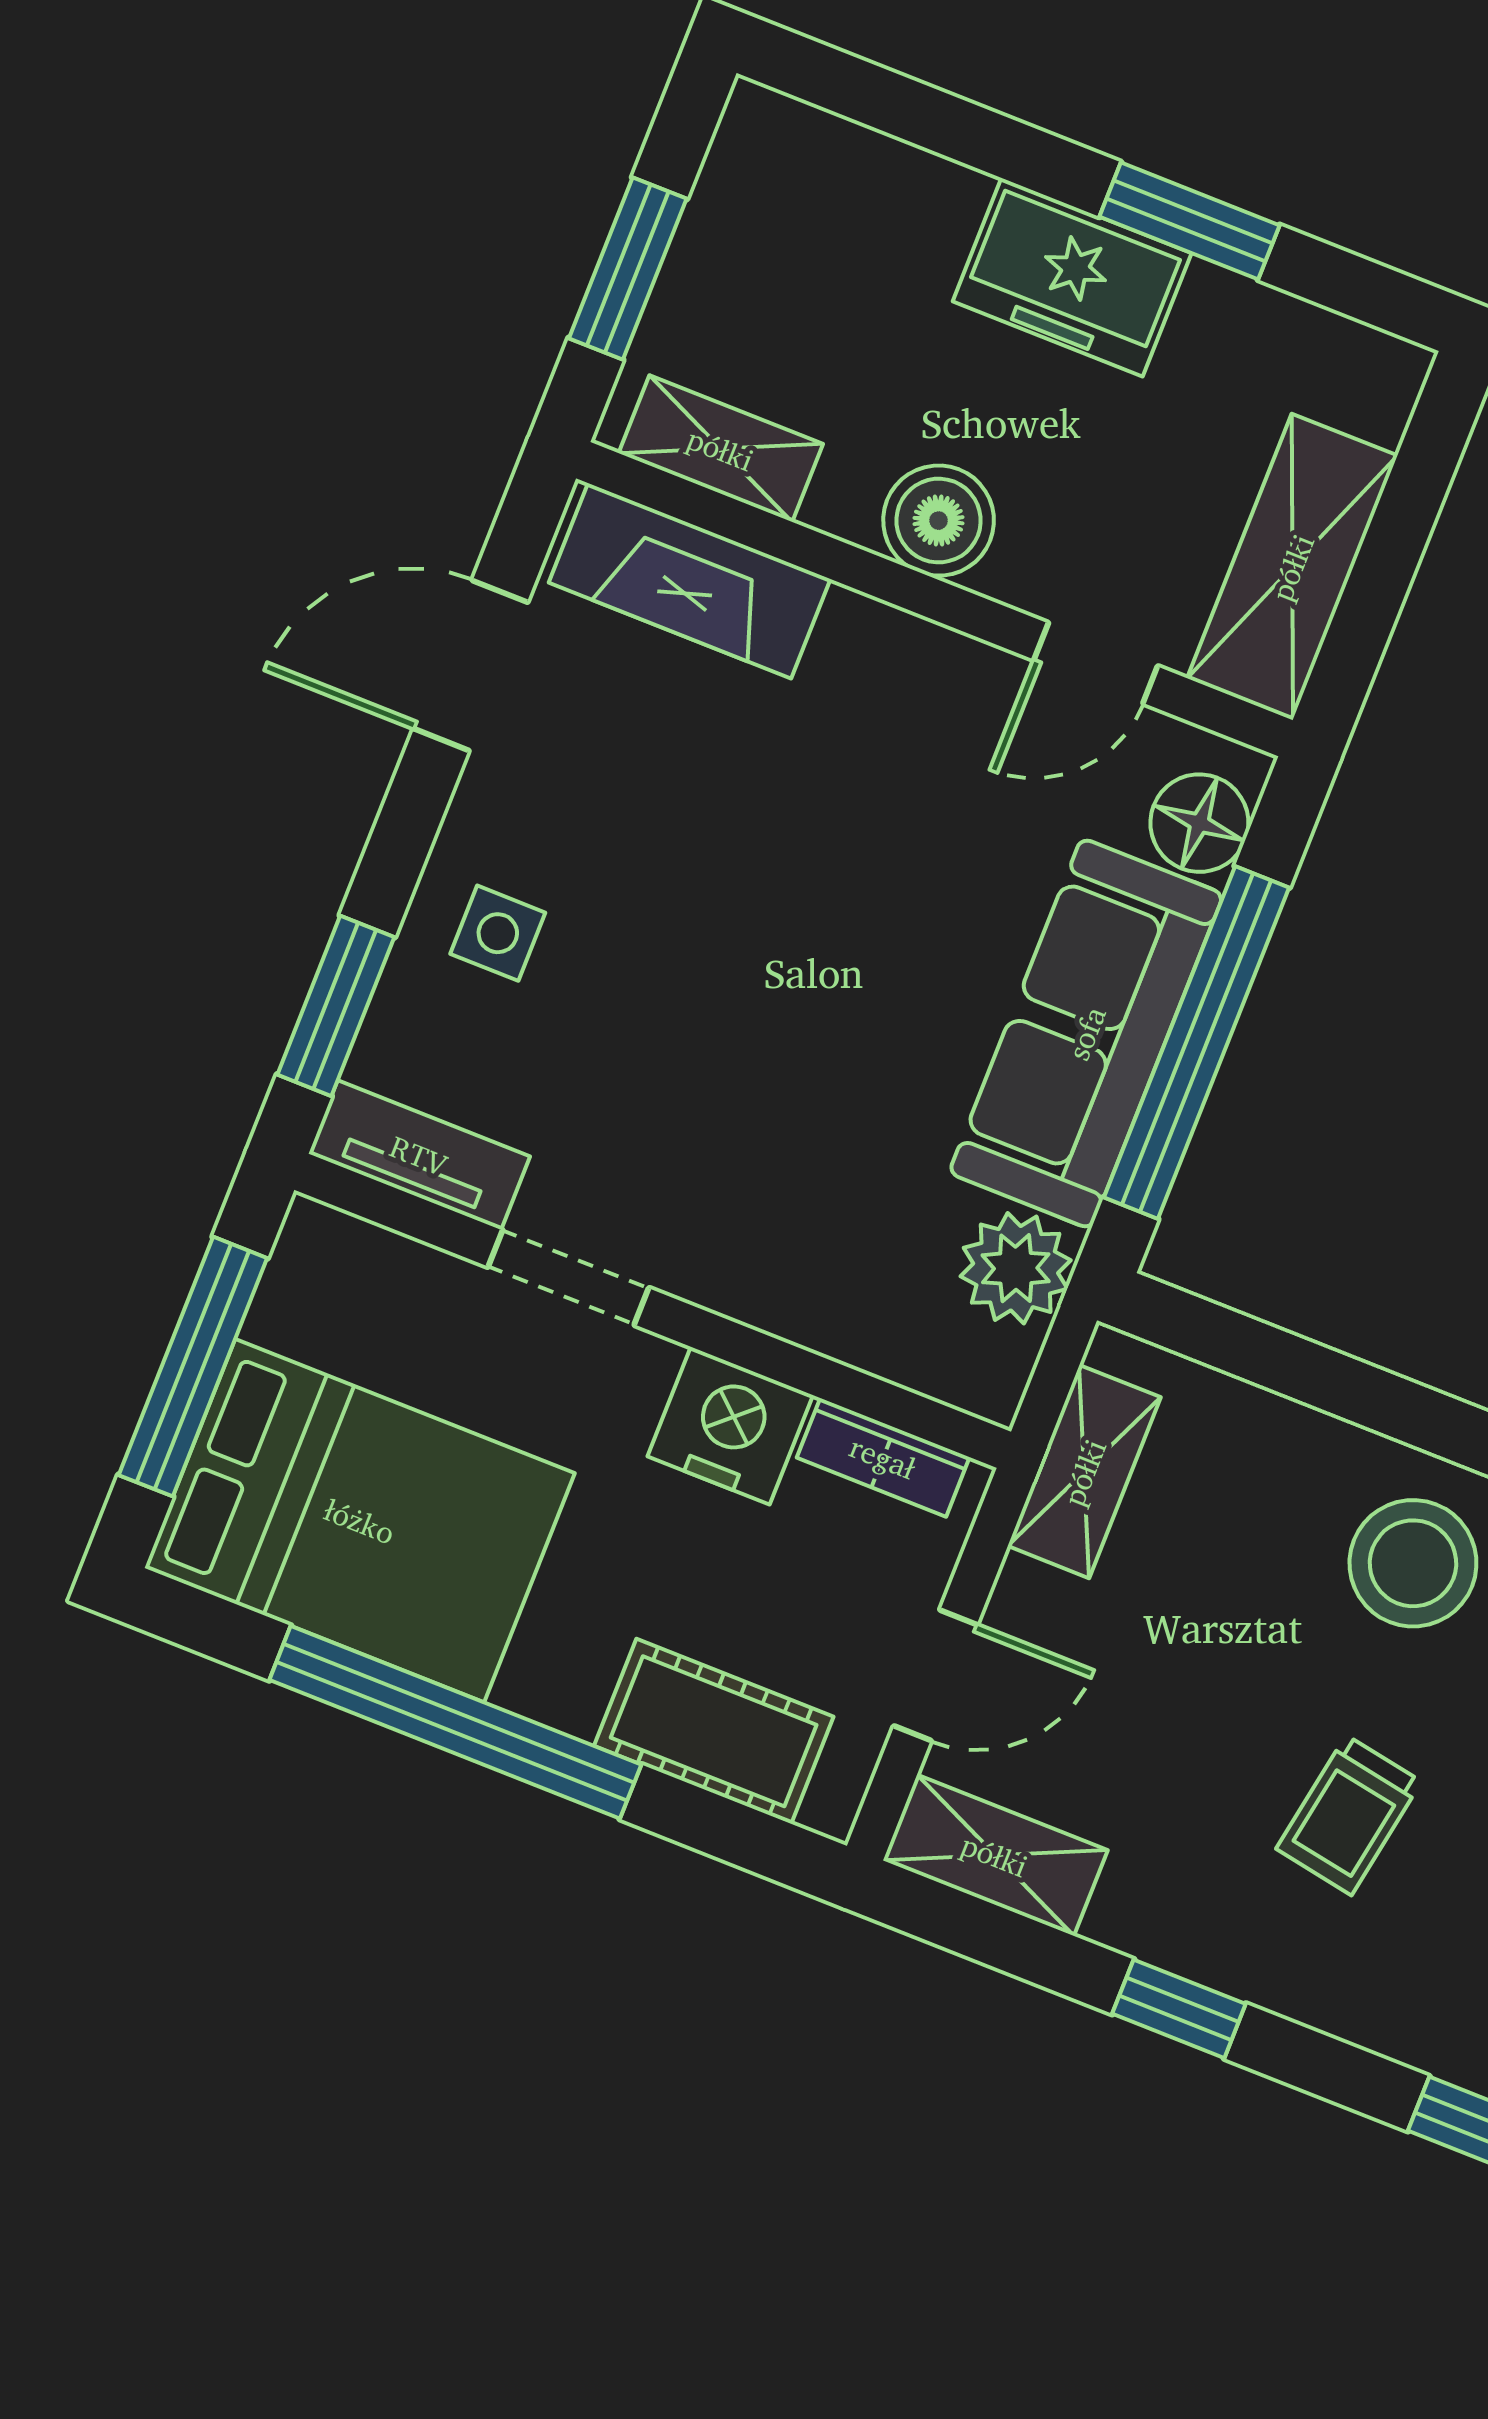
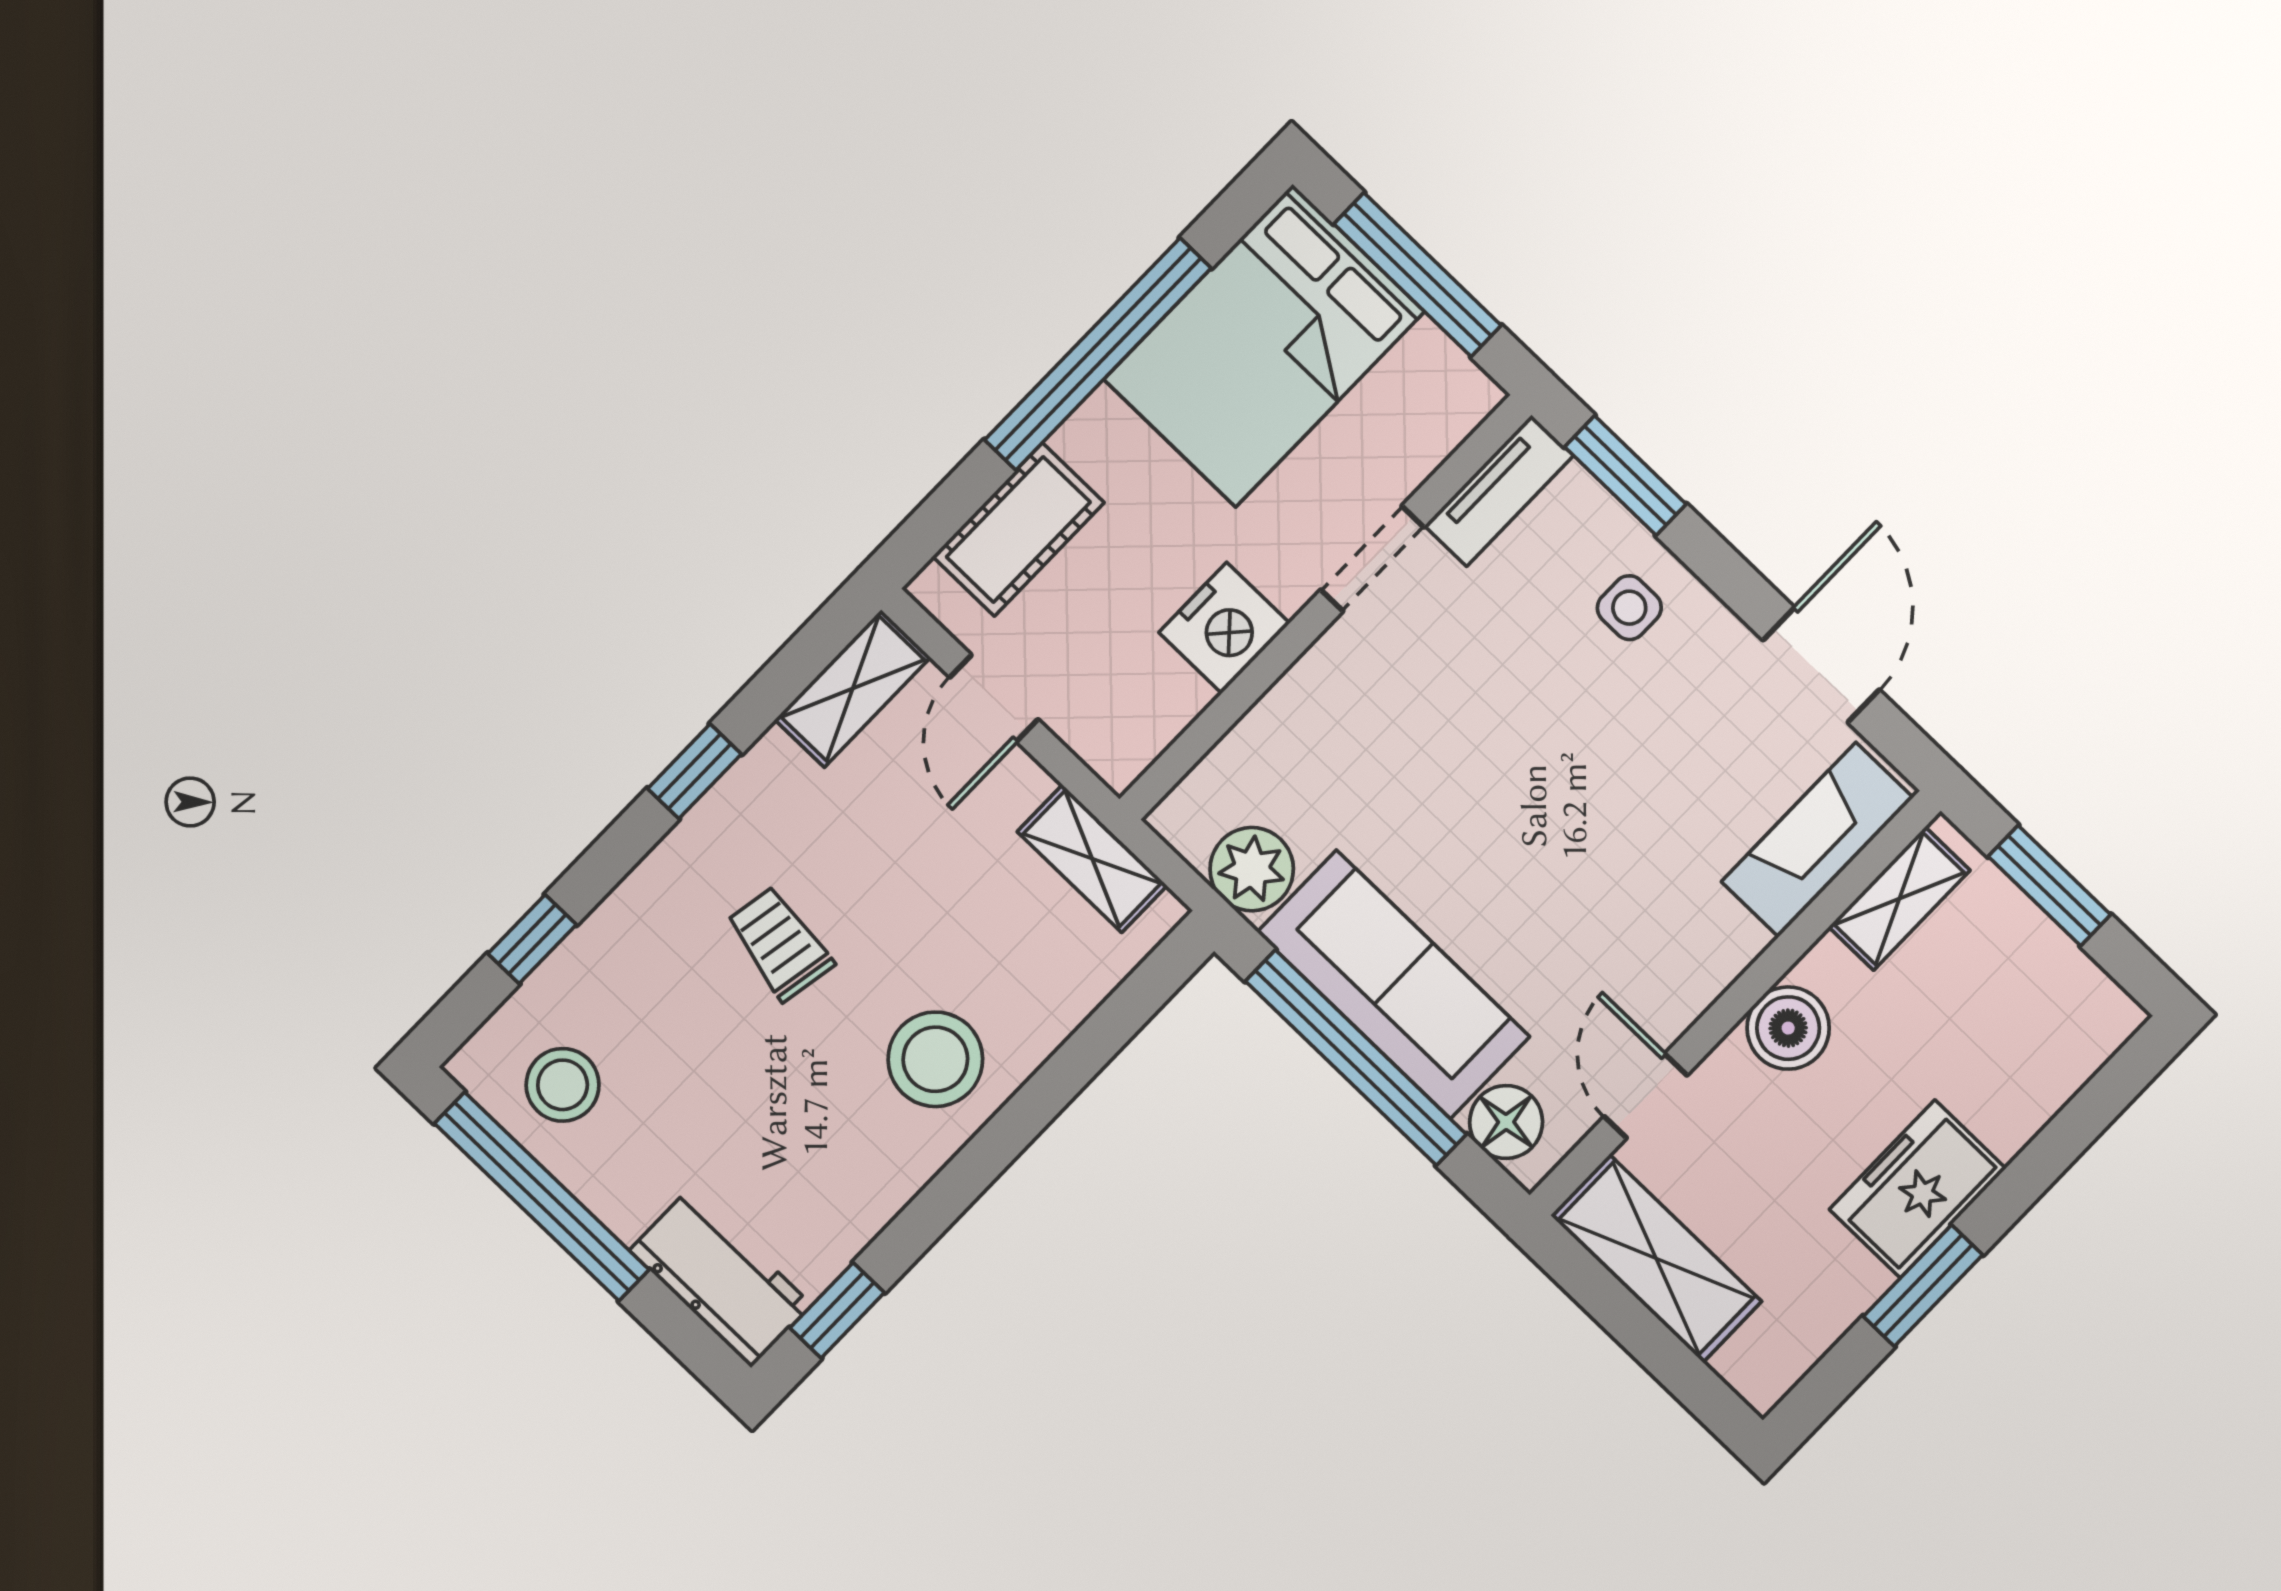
bookcase: (883, 1457) -> (1159, 724), removed

